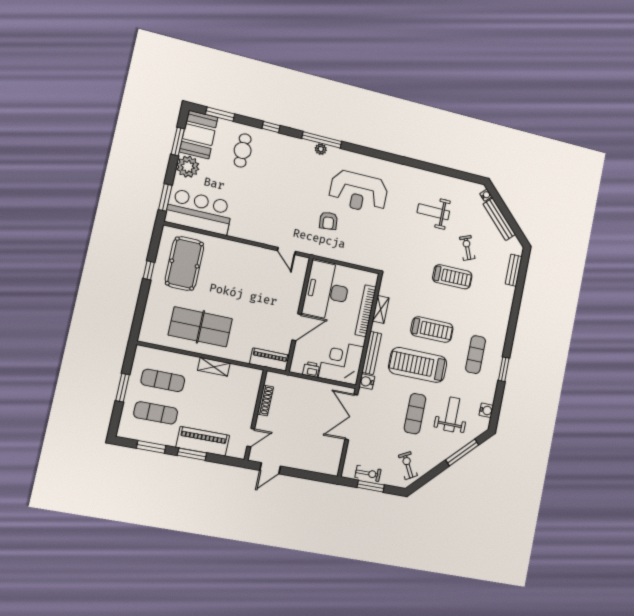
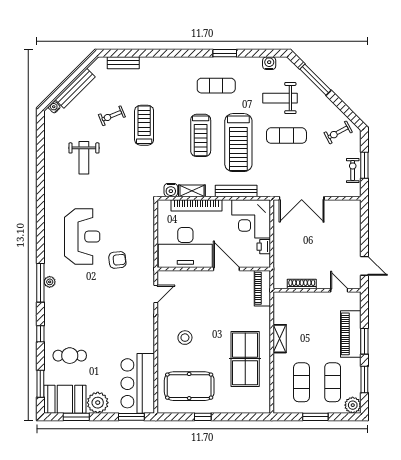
stool: (236, 270) -> (185, 338), added
treadmill: (432, 330) -> (201, 135), turned 180
water cooler: (367, 382) -> (171, 190), moved
plant: (126, 430) -> (353, 405), added

